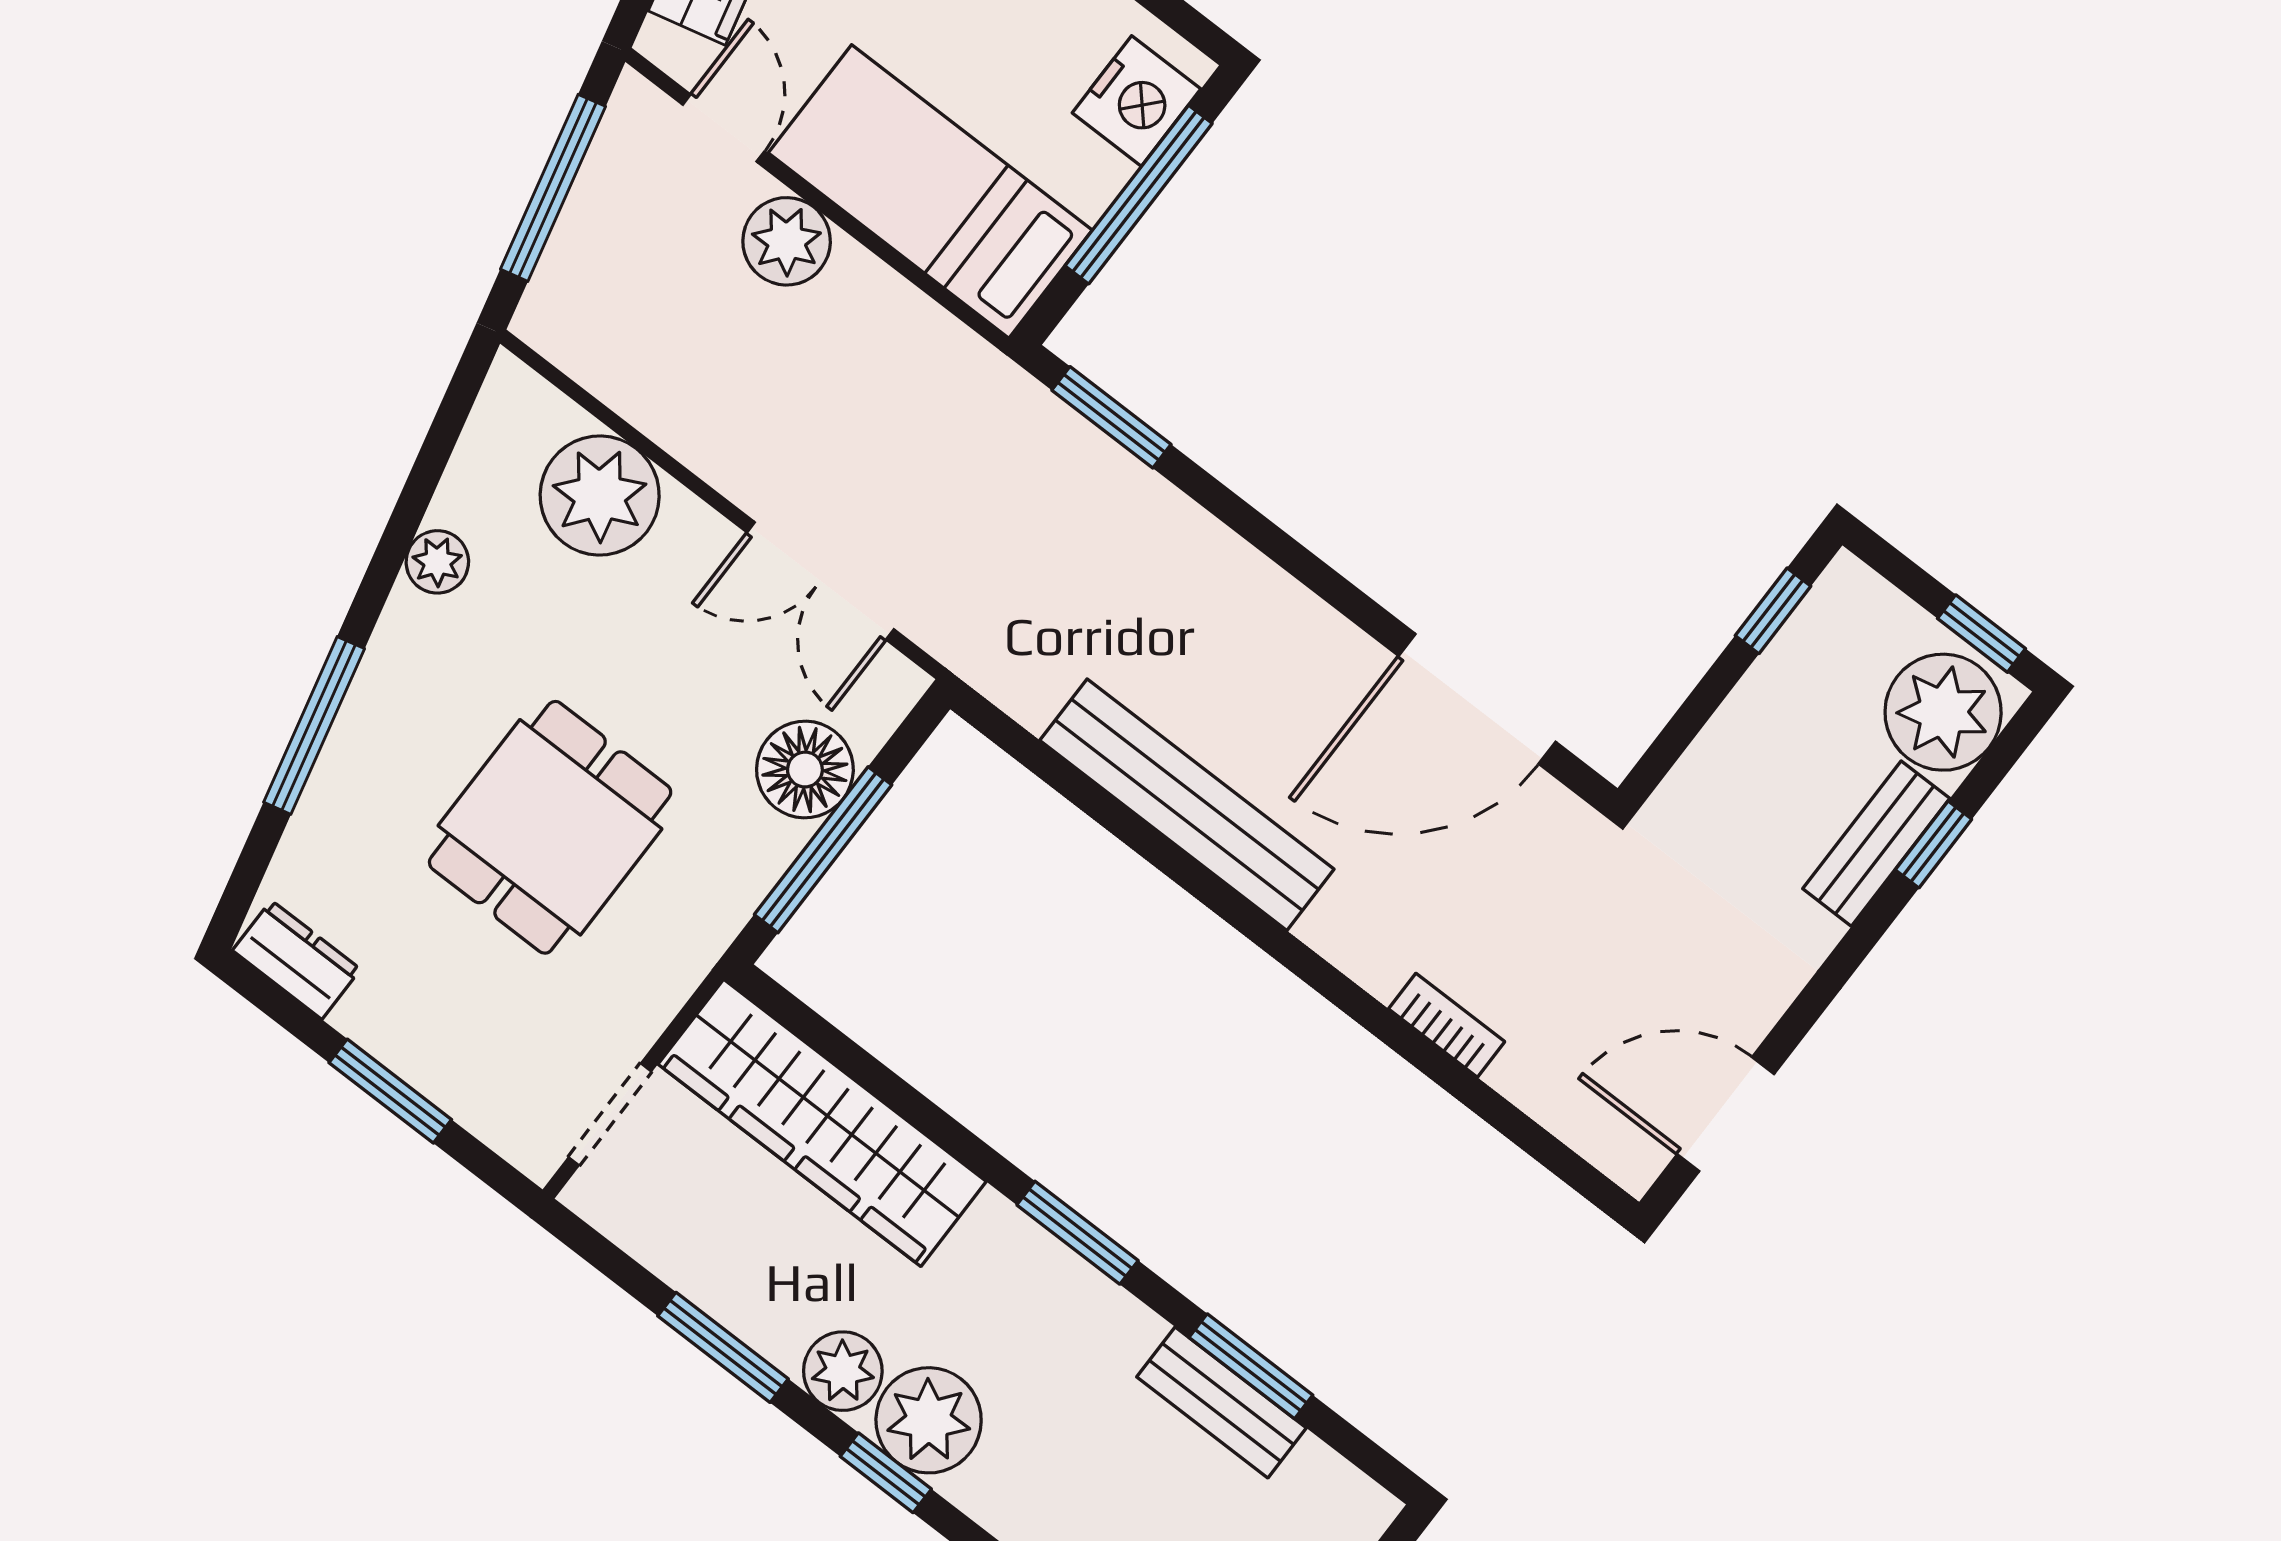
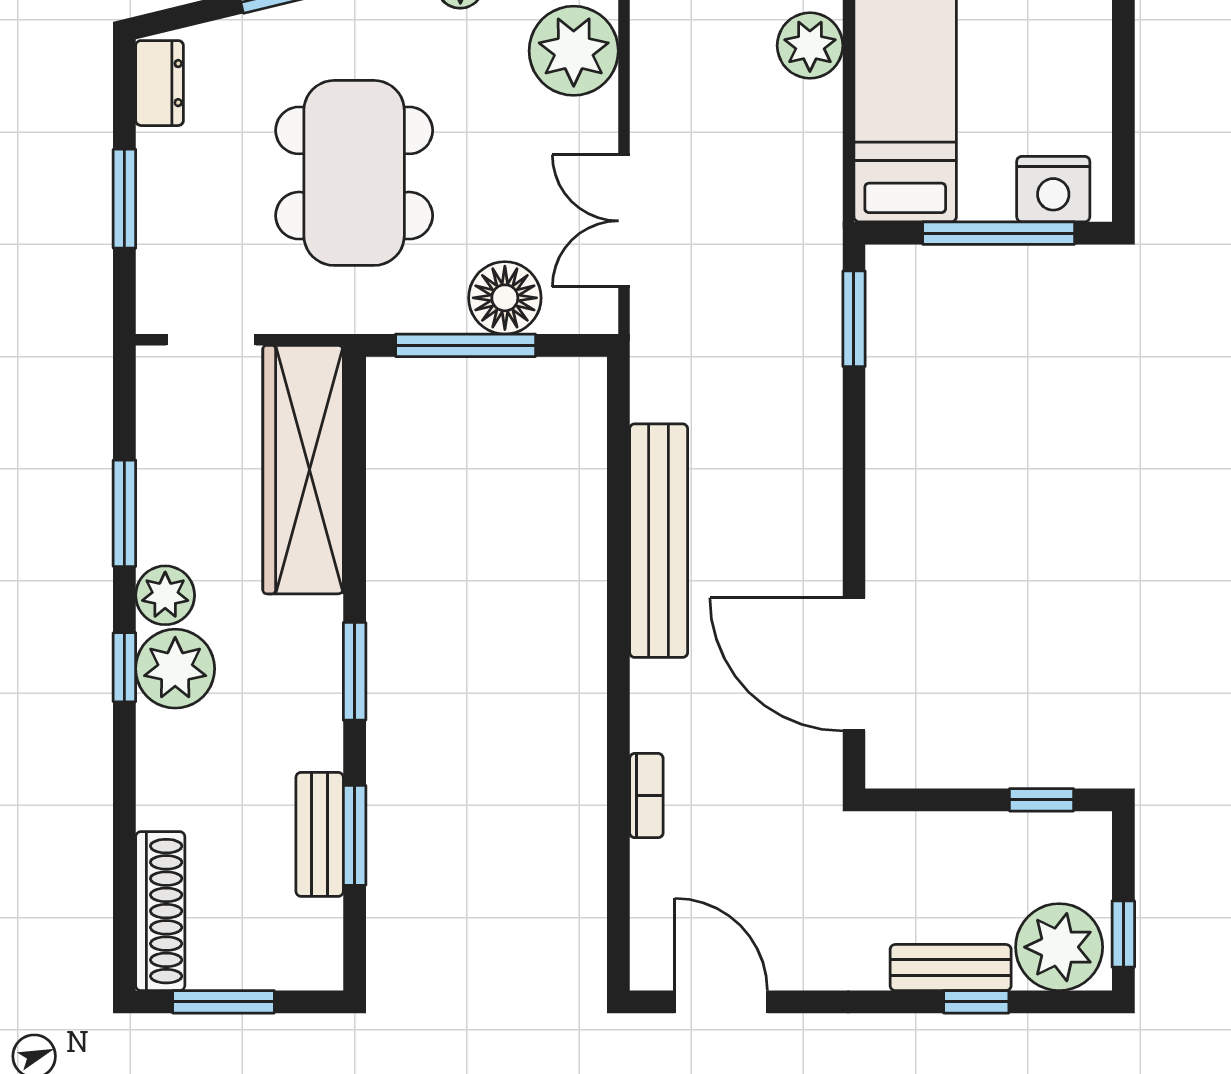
dining table: (550, 827) -> (354, 173), width x1.38

